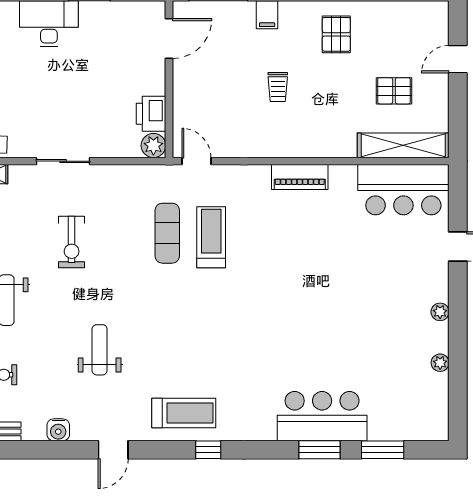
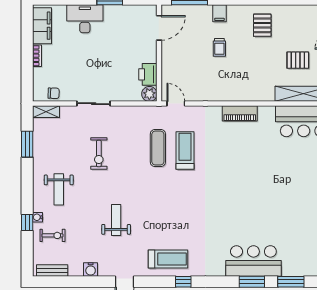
trolley: (278, 87) -> (219, 47), moved

